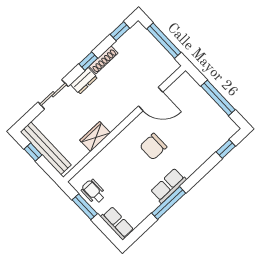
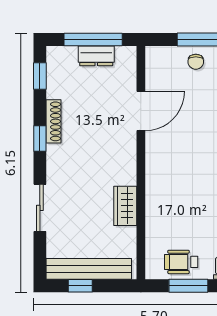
dresser: (84, 81) -> (96, 56), moved, turned 90
chair: (153, 147) -> (196, 62), moved, width x0.54, depth x0.54

